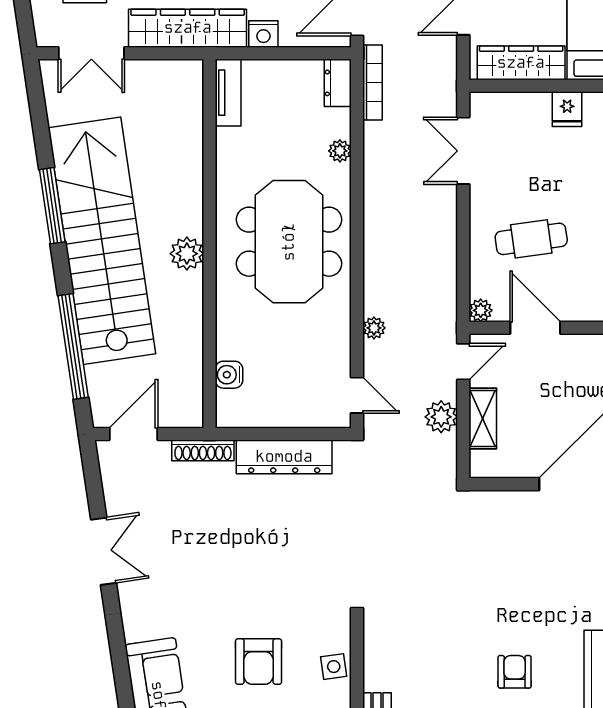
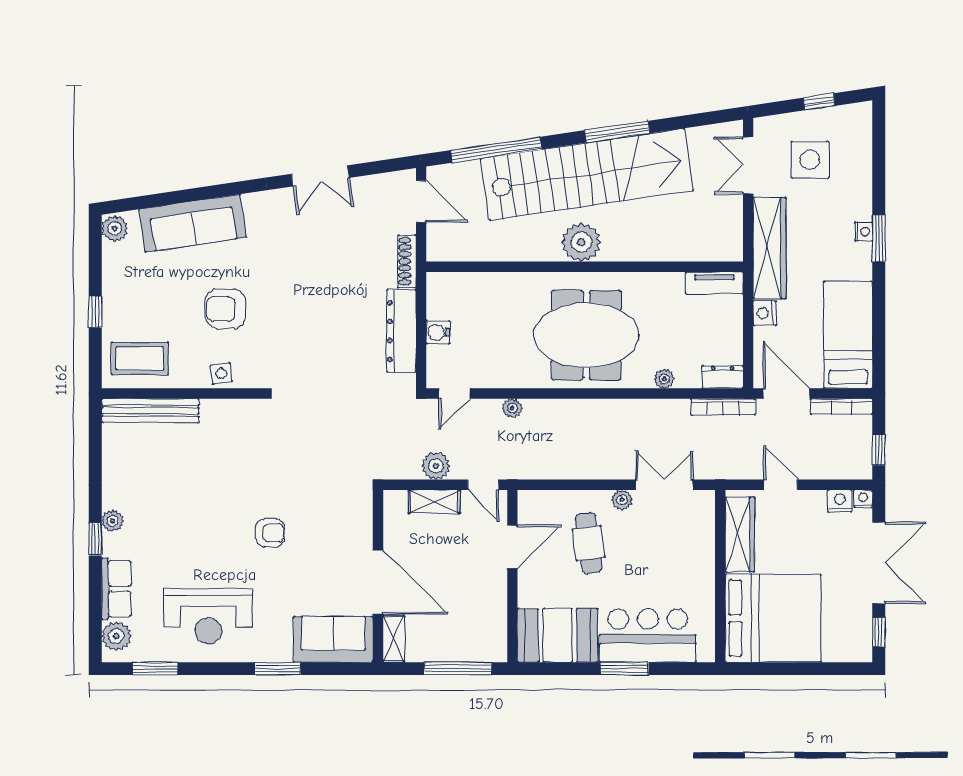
fridge: (567, 109) -> (700, 574), removed
plant: (187, 254) -> (581, 242), width x1.36, depth x1.36
plant: (481, 310) -> (622, 500), moved
water cooler: (229, 375) -> (438, 332), moved, turned -90
armchair: (515, 672) -> (270, 533), moved

